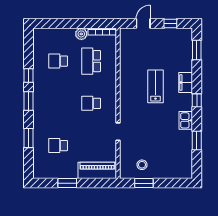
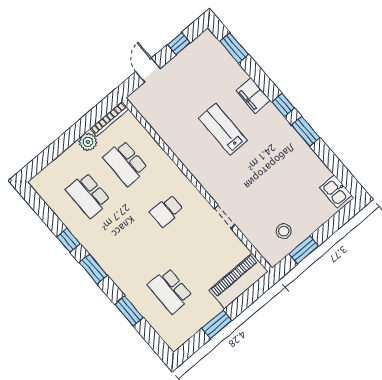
school desk: (58, 61) -> (88, 195), width x1.85
kitchen sink: (186, 120) -> (336, 192), moved
window: (197, 140) -> (306, 131), moved
school desk: (58, 146) -> (170, 291), width x1.85

